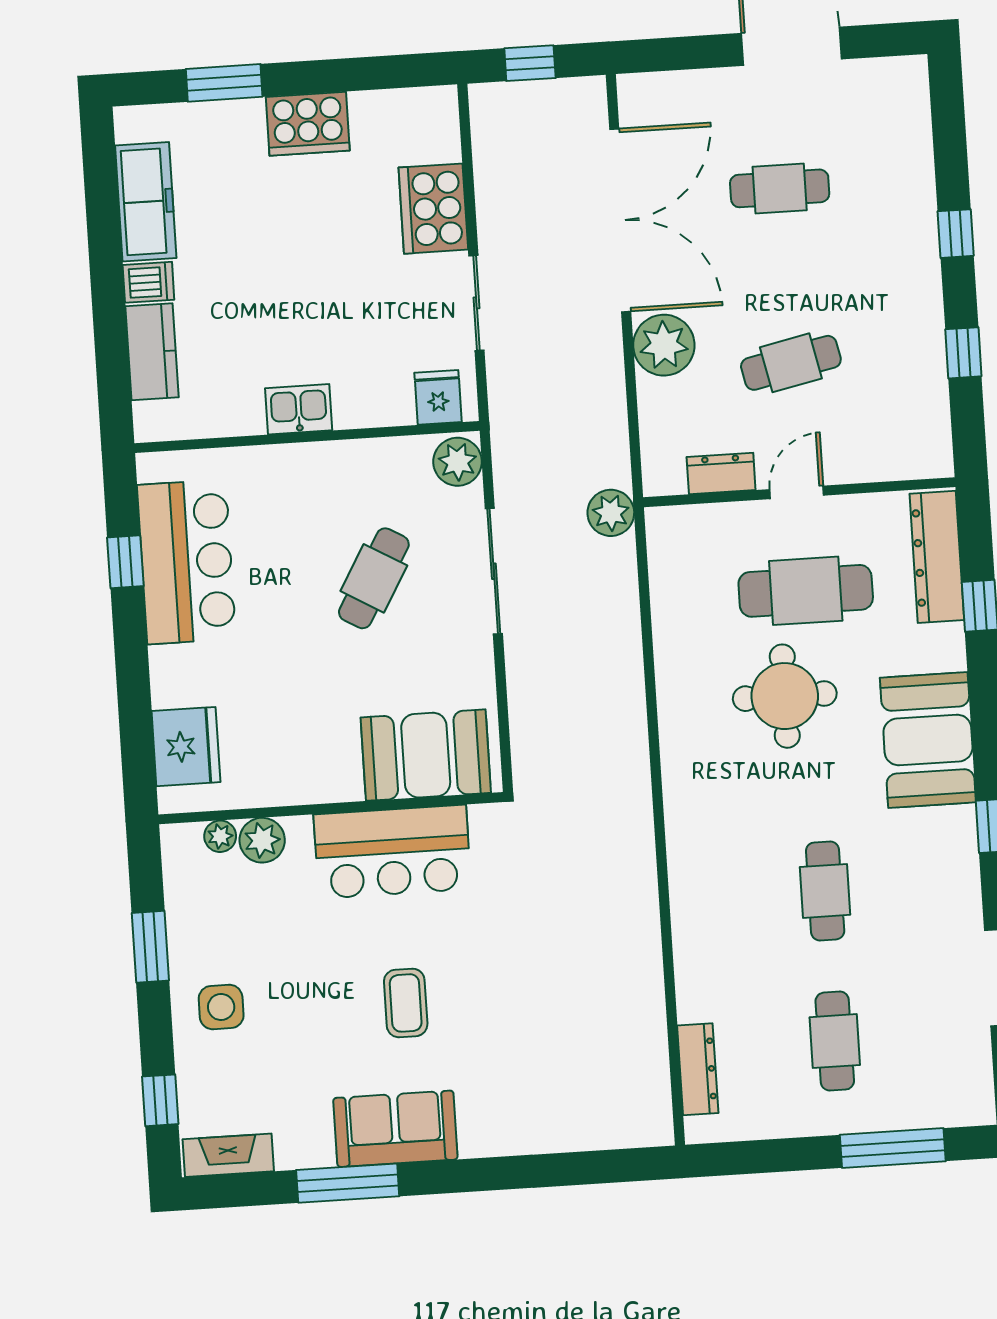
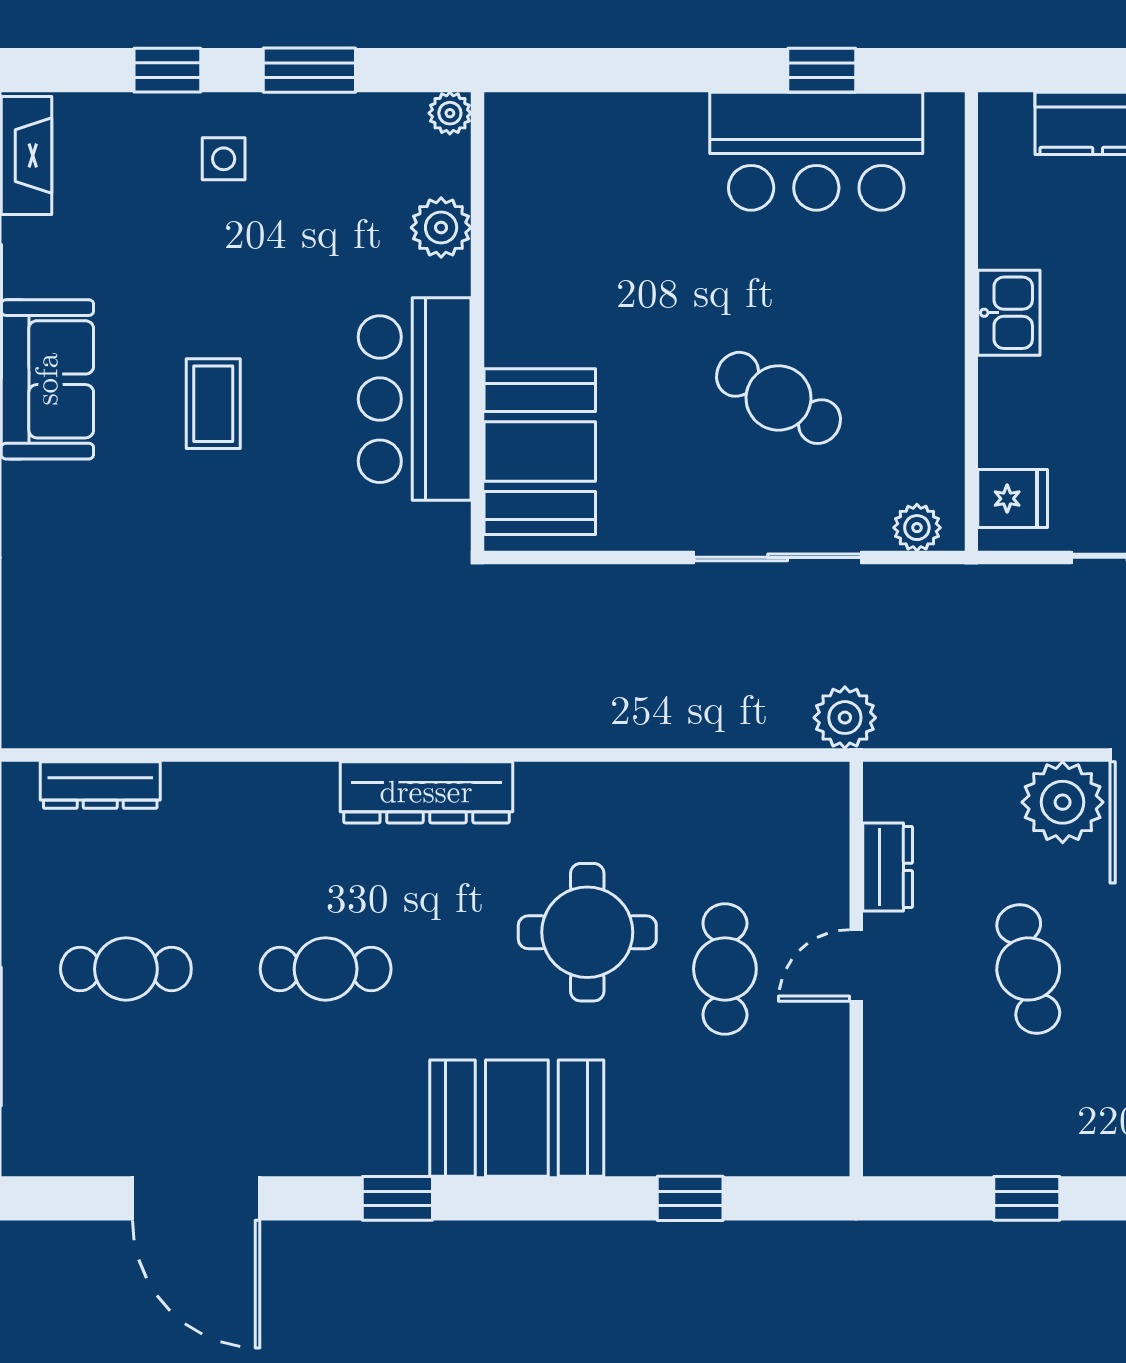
plant: (458, 462) -> (917, 528), width x0.73, depth x0.73
door: (797, 492) -> (856, 965), swing flipped
dresser: (937, 557) -> (426, 792), moved, turned 180
cafe table: (806, 591) -> (725, 969), width x0.73, depth x0.74
fridge: (186, 747) -> (572, 135), removed
plant: (220, 836) -> (450, 113), moved
coffee table: (406, 1003) -> (213, 404), turned 90
side table: (221, 1007) -> (224, 159), width x0.73, depth x0.73
window: (160, 1100) -> (167, 70), moved

